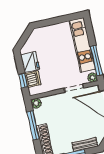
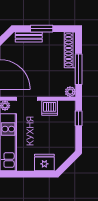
fridge: (30, 62) -> (44, 162), moved, turned 90
dishwasher: (33, 79) -> (50, 108), moved, turned -90

